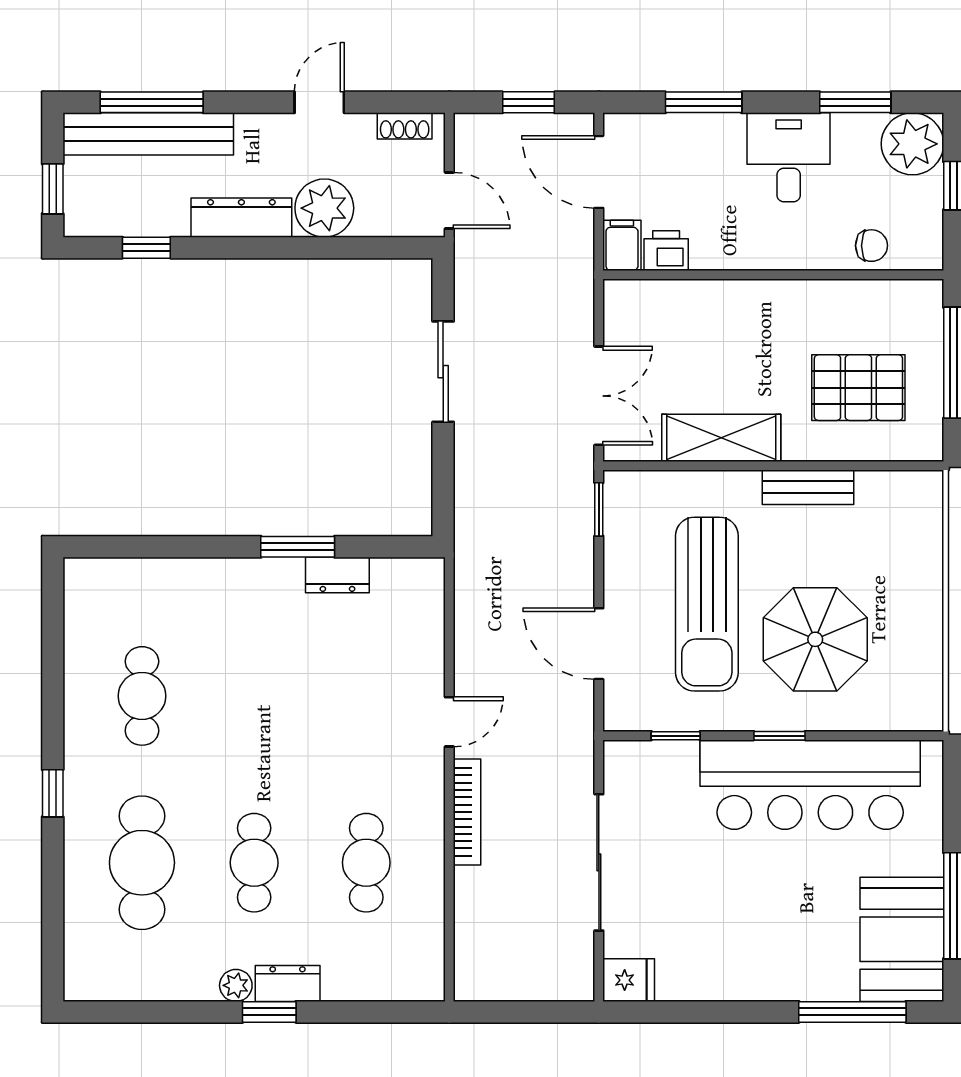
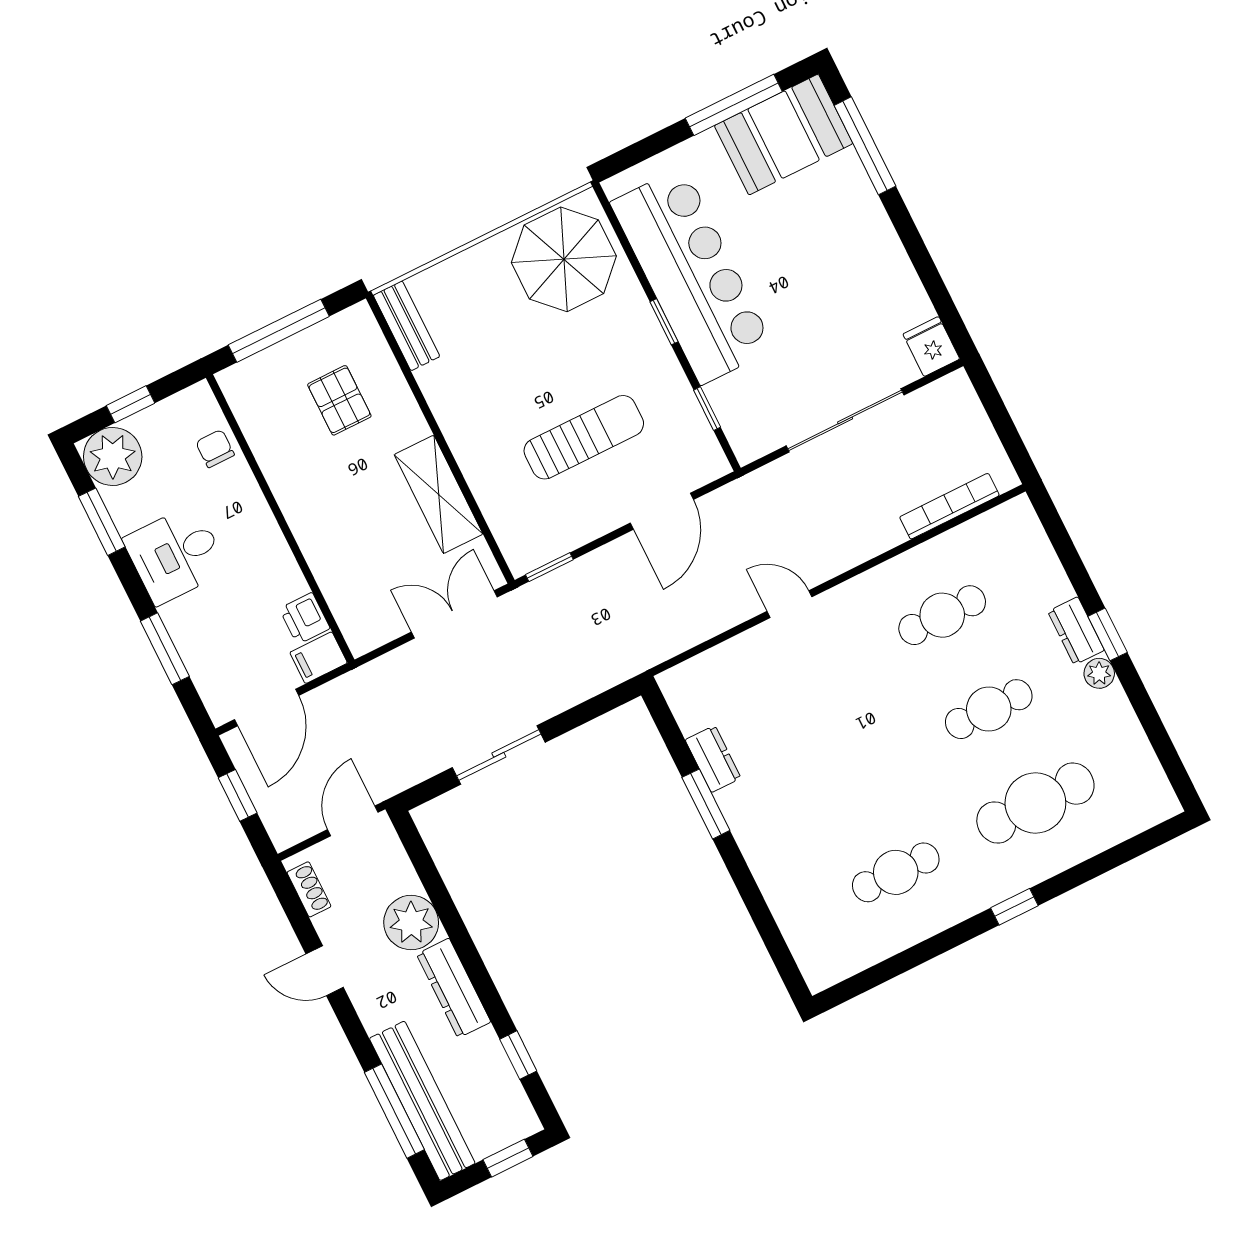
pallet: (858, 388) -> (339, 400), width x0.67, depth x0.71
bench: (808, 487) -> (406, 326), moved
sun lounger: (707, 604) -> (584, 437), width x0.73, depth x0.75
parasol: (815, 639) -> (564, 259), moved
bookcase: (467, 812) -> (949, 506), moved

